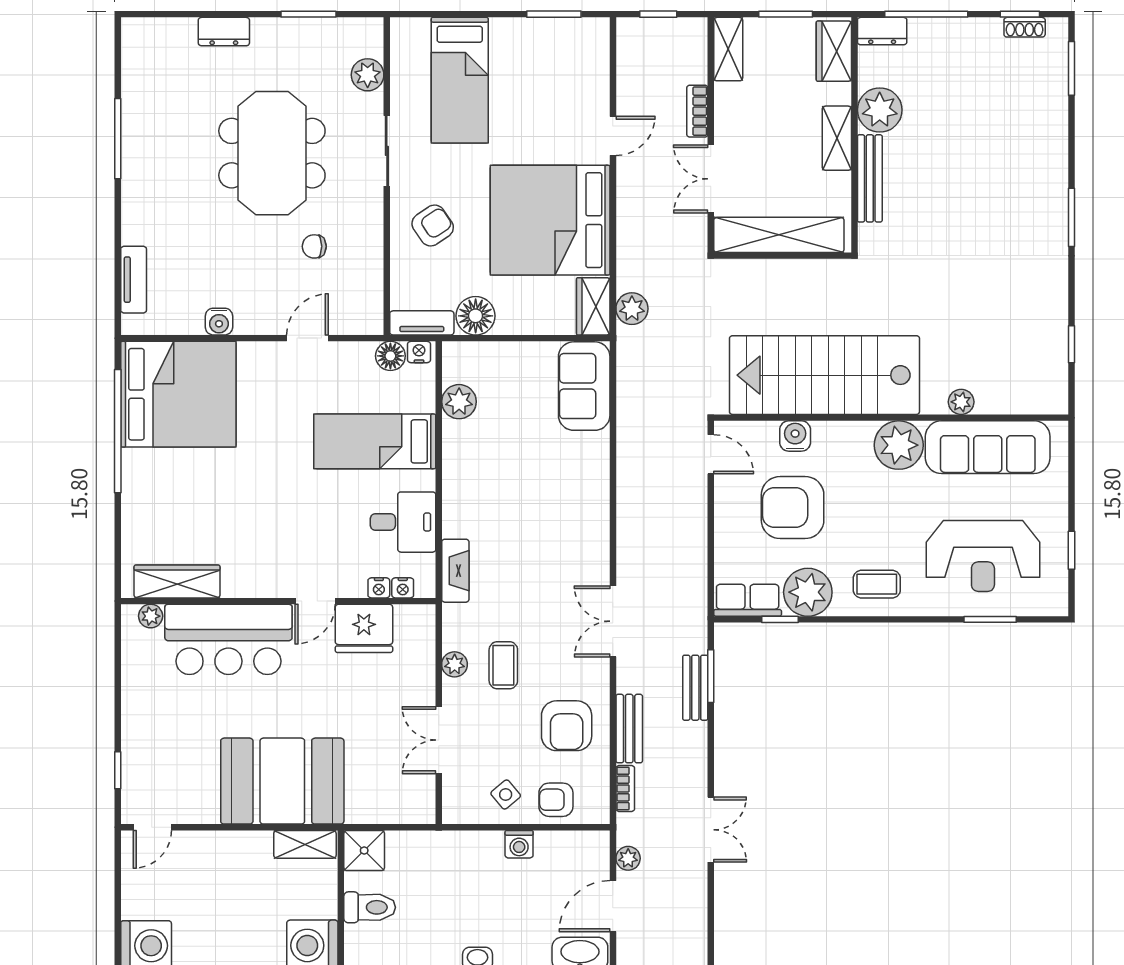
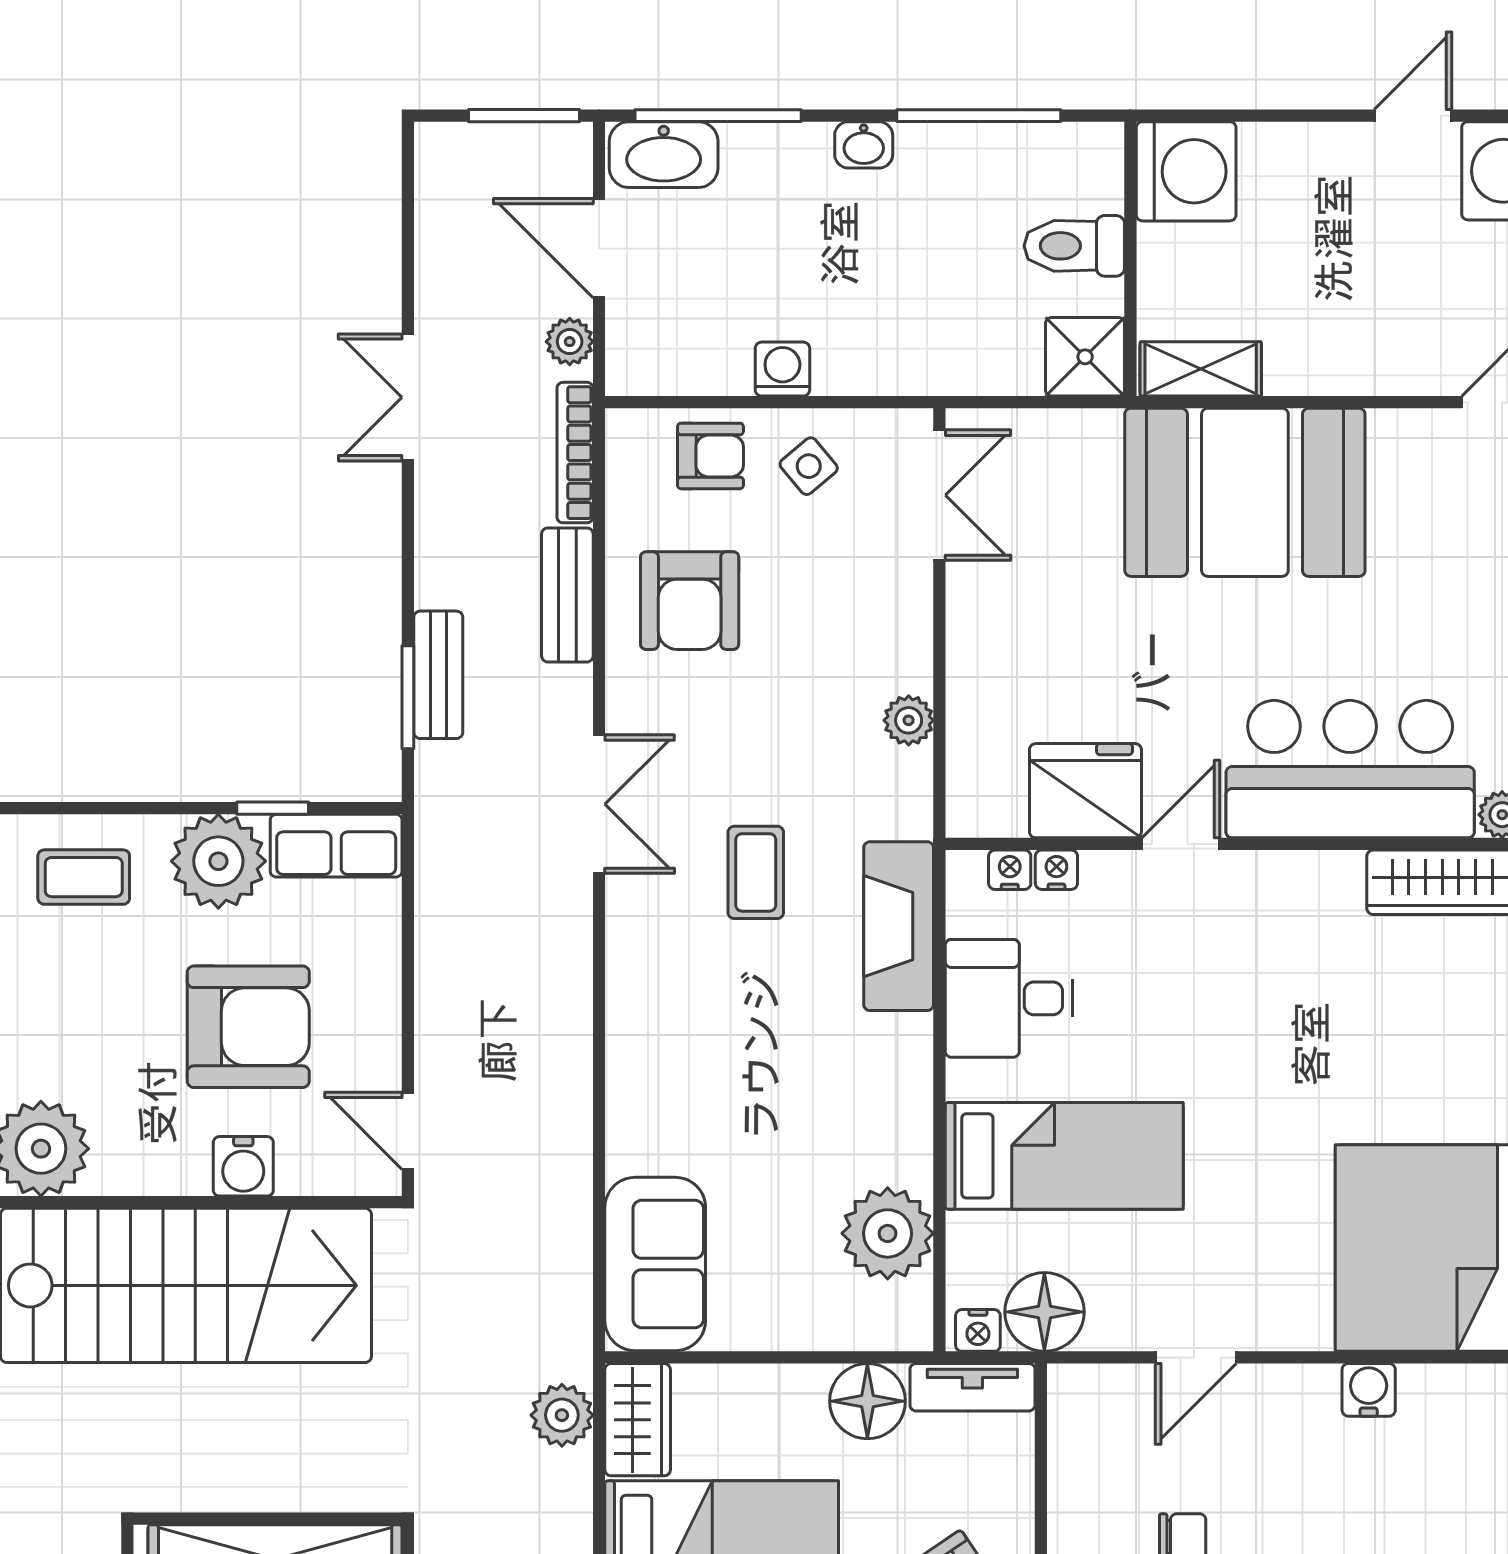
floor lamp: (390, 356) -> (1044, 1312), width x1.38, depth x1.38
plant: (459, 402) -> (888, 1233), width x1.36, depth x1.36
fireplace: (455, 571) -> (899, 926), width x1.37, depth x1.32
coffee table: (503, 665) -> (756, 872), moved
armchair: (567, 726) -> (690, 601), turned 180
double door: (439, 740) -> (939, 495), moved
bookcase: (625, 788) -> (575, 453), width x1.56
door: (613, 906) -> (599, 248), swing flipped

